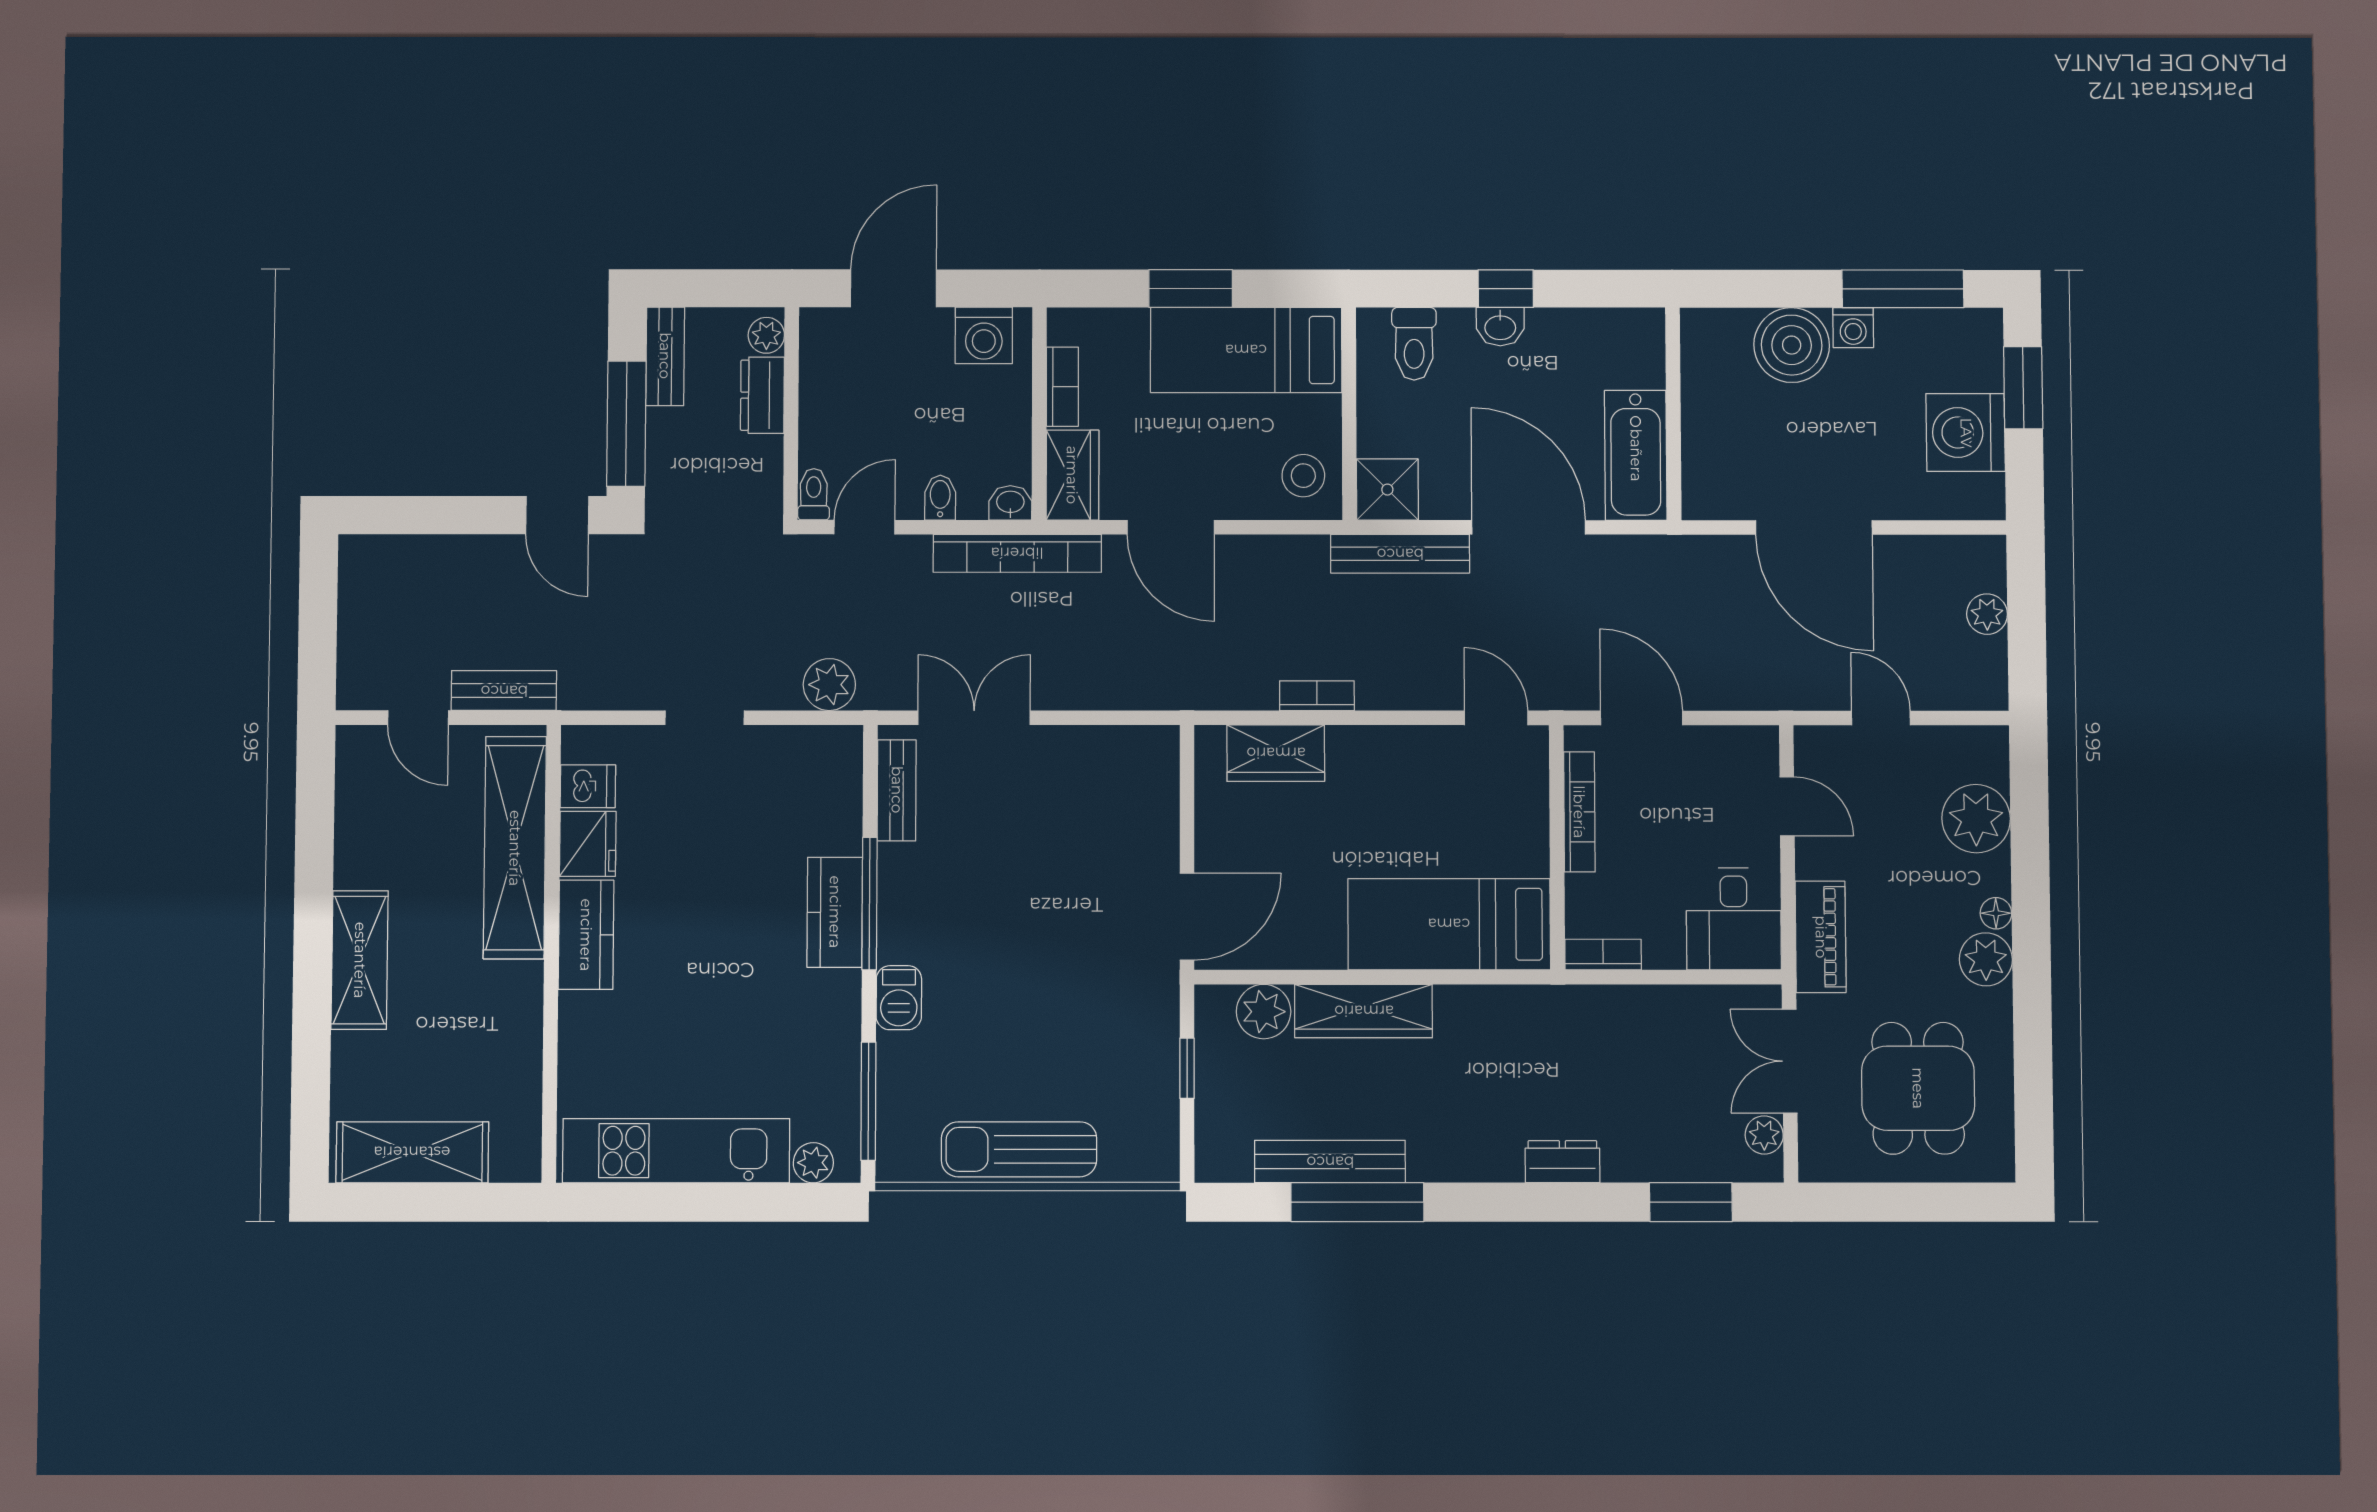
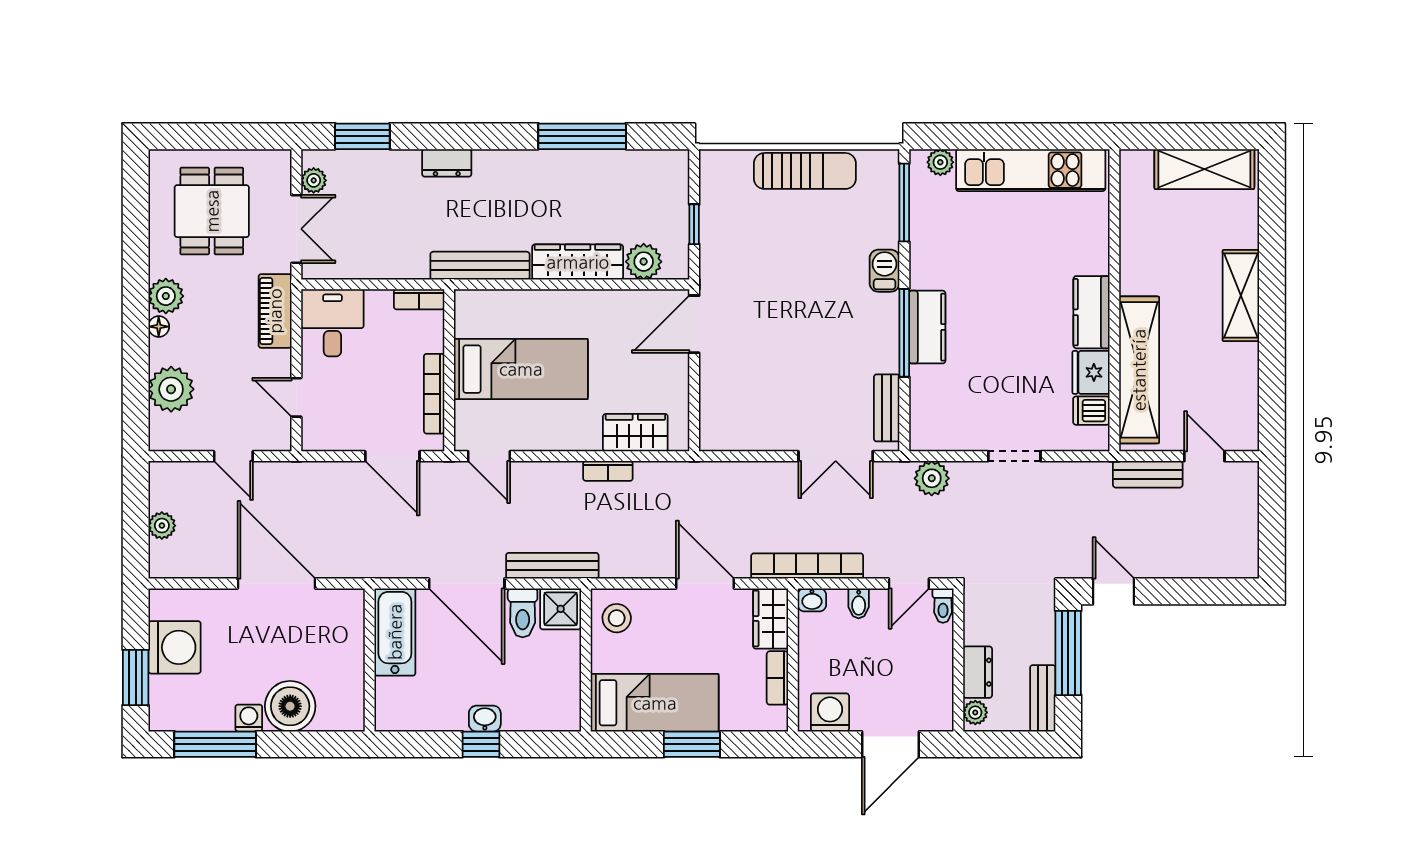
toilet: (1414, 344) -> (523, 613), moved, turned 180
bed: (1449, 924) -> (521, 369), moved
bench: (1330, 1162) -> (480, 266), moved

